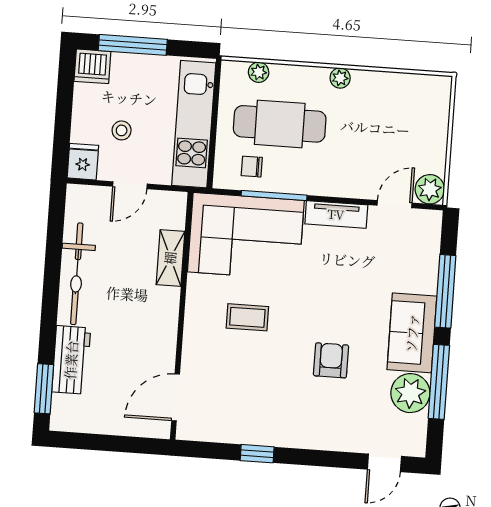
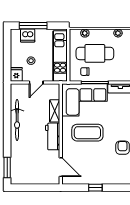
dishwasher: (92, 66) -> (28, 36), moved
coffee table: (247, 317) -> (87, 133), width x1.86, depth x1.72
workbench: (71, 360) -> (53, 136), moved, turned 180
door: (176, 397) -> (61, 167), swing flipped

